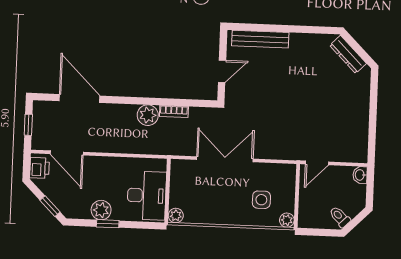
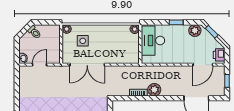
door: (67, 153) -> (203, 65), swing flipped
double door: (225, 159) -> (87, 65), moved
door: (317, 163) -> (39, 65), moved
plant: (101, 210) -> (195, 31), moved

